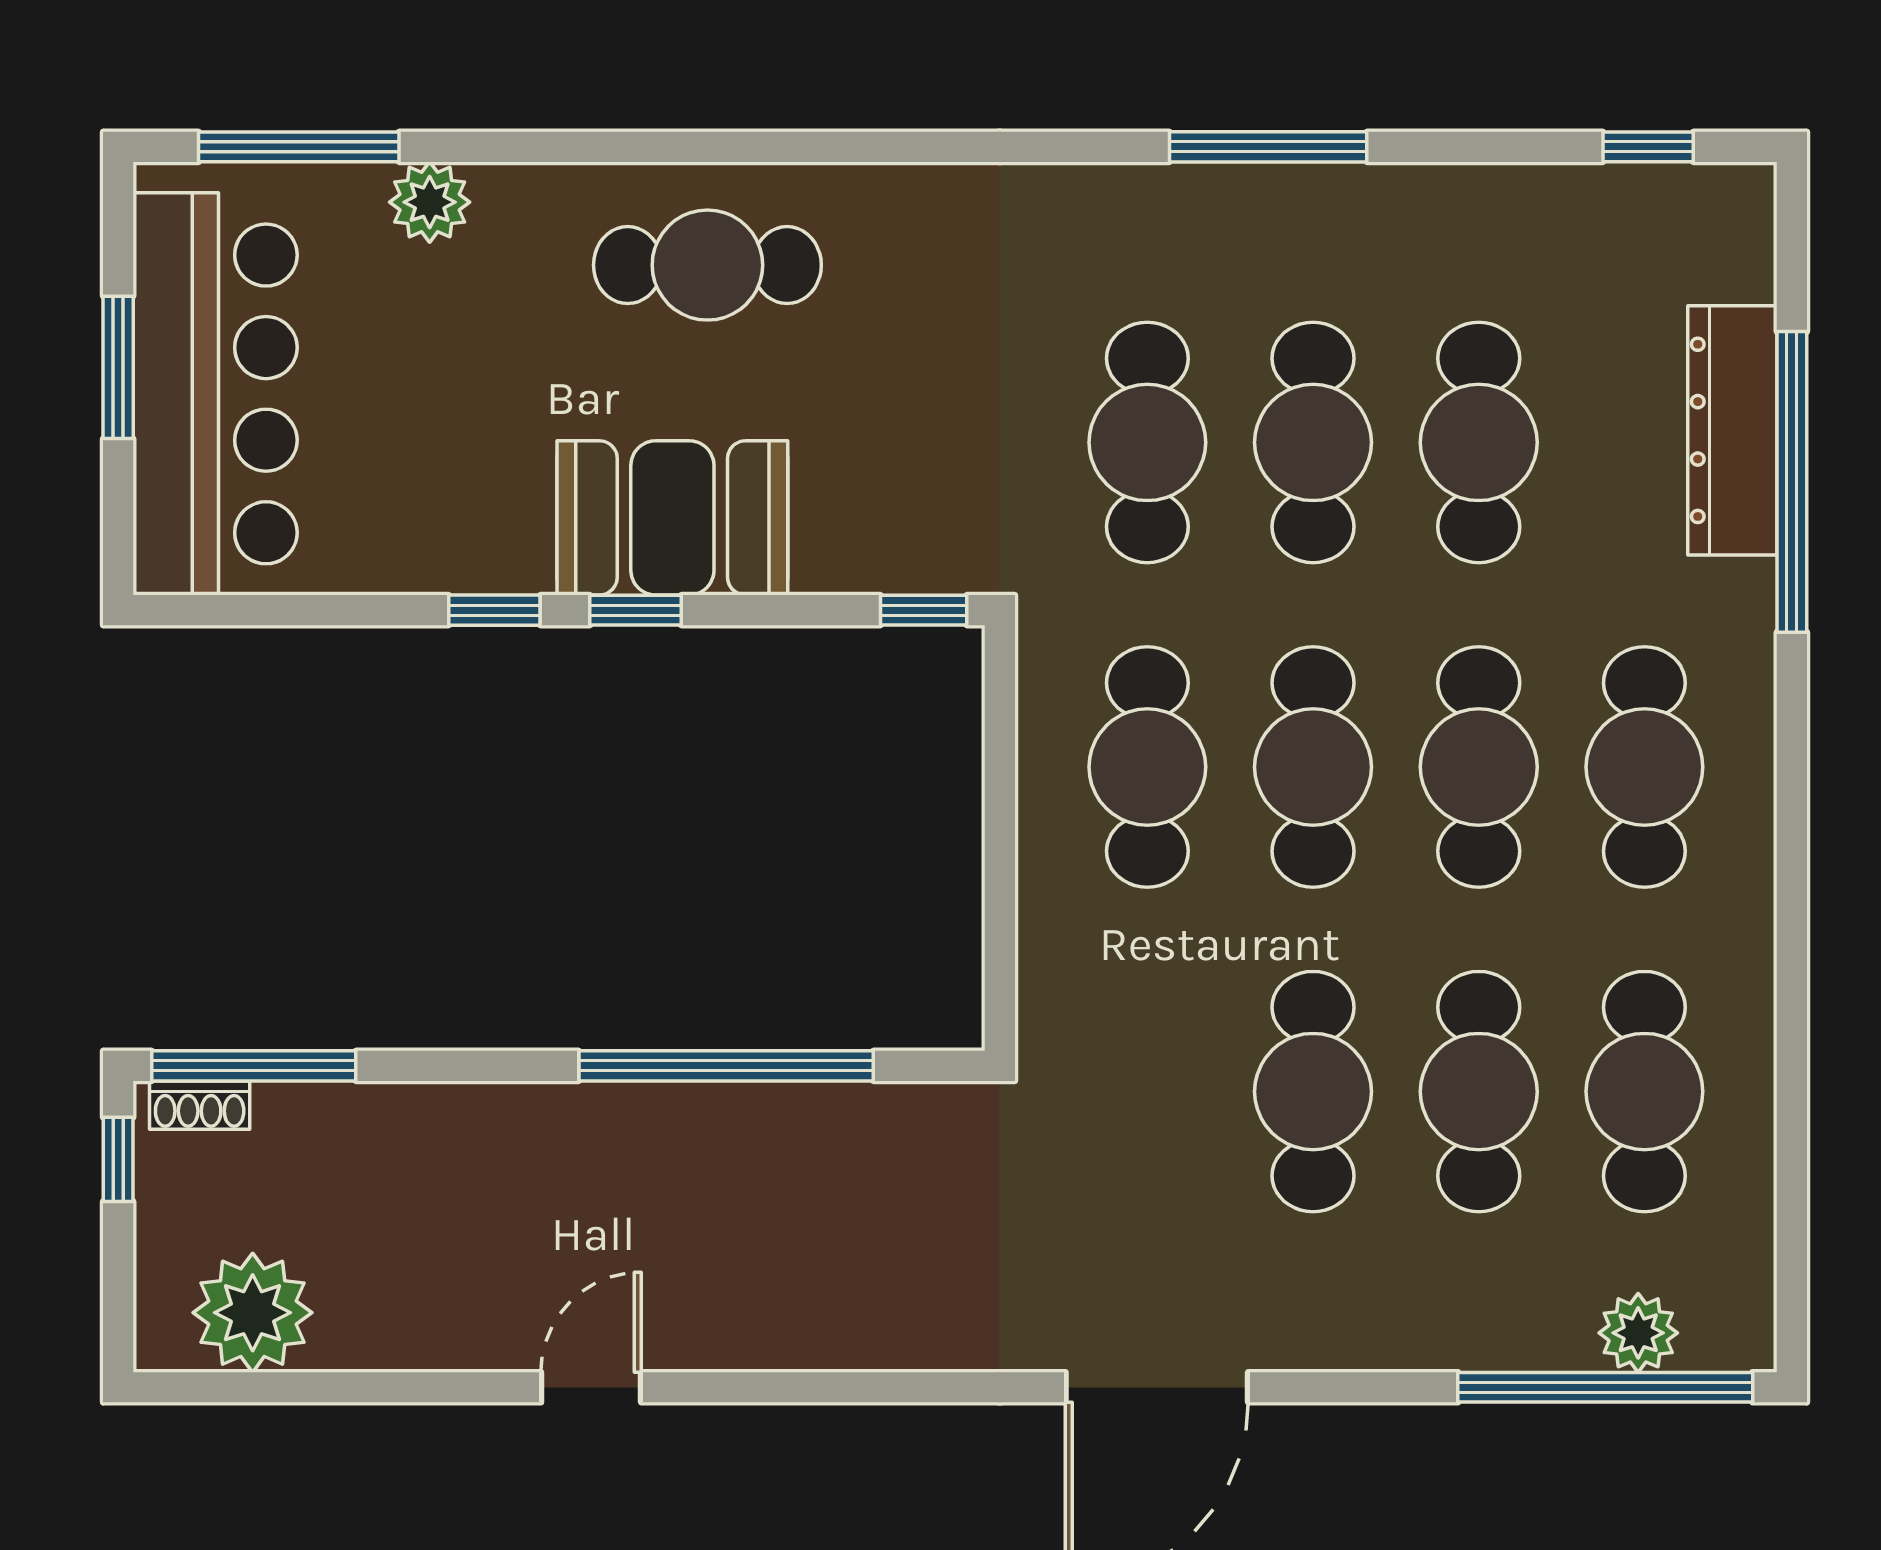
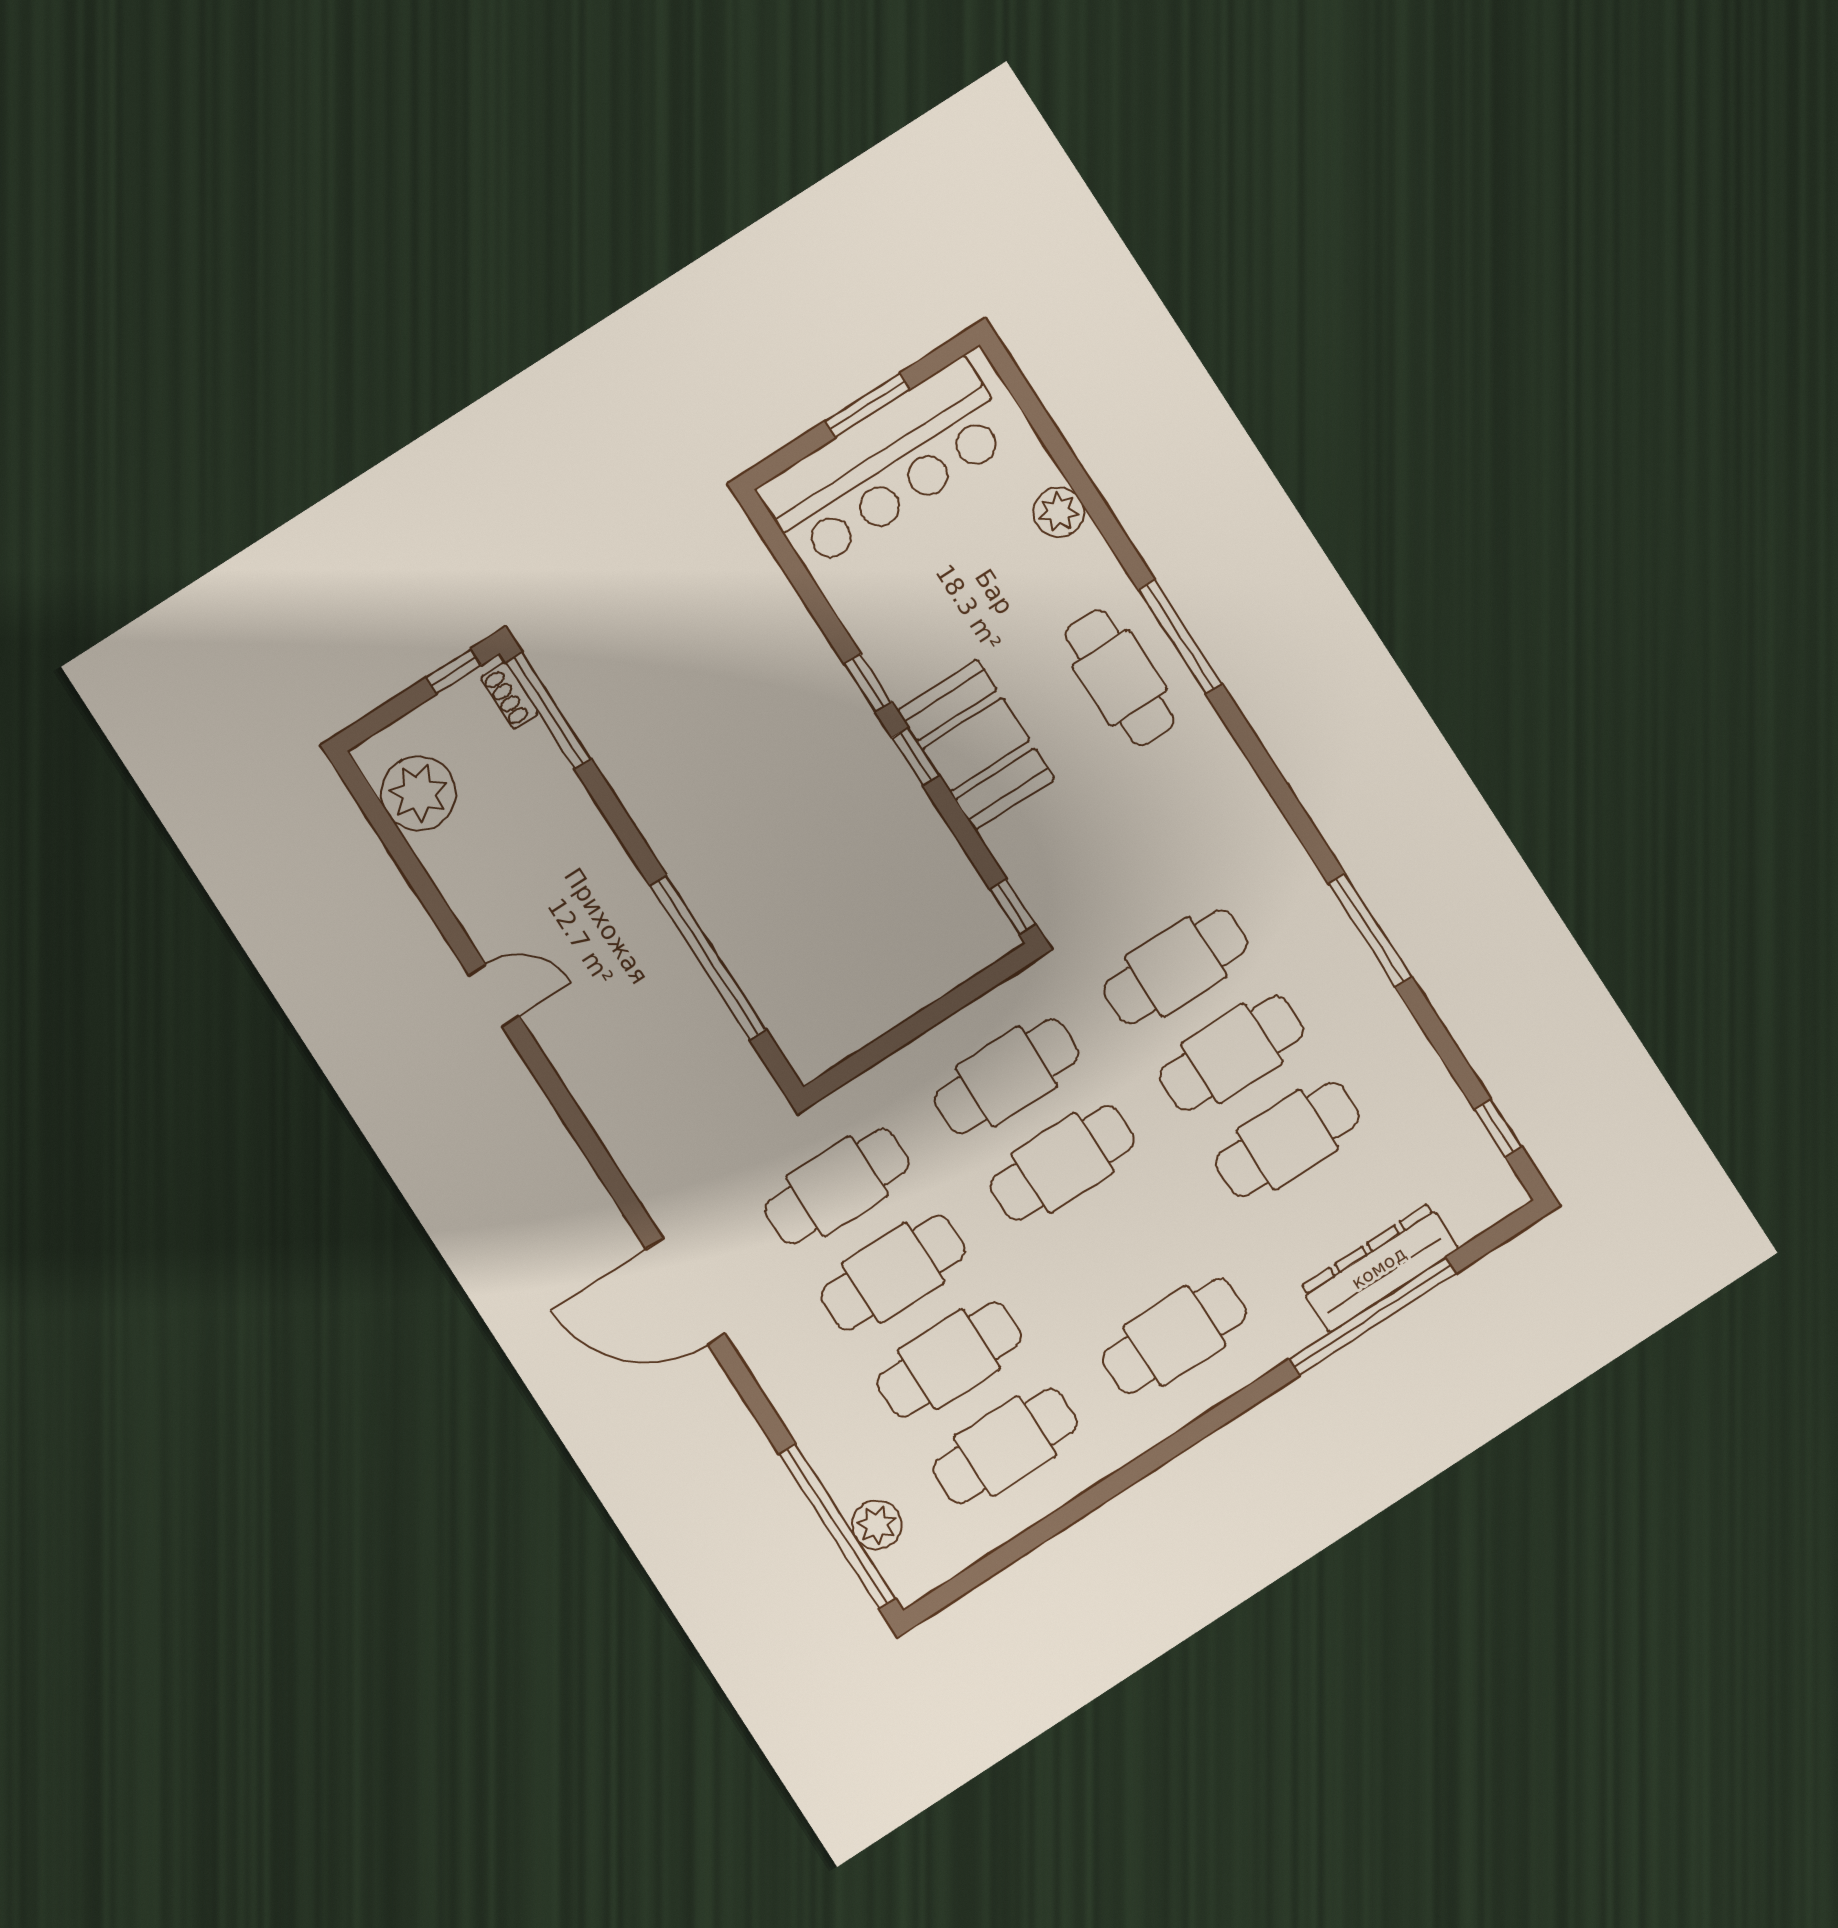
window: (299, 147) -> (1180, 637), moved
cafe table: (1479, 767) -> (837, 1186), moved

